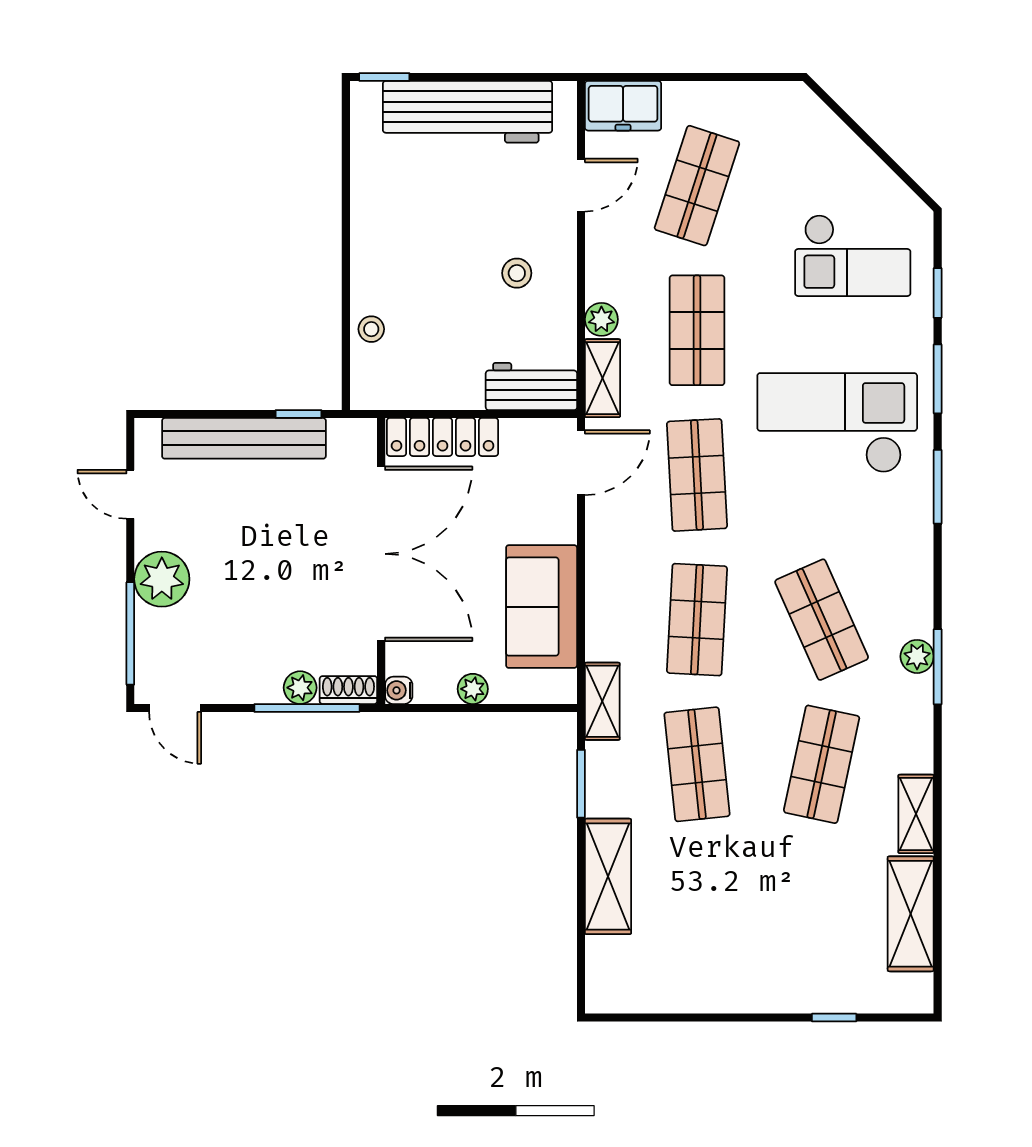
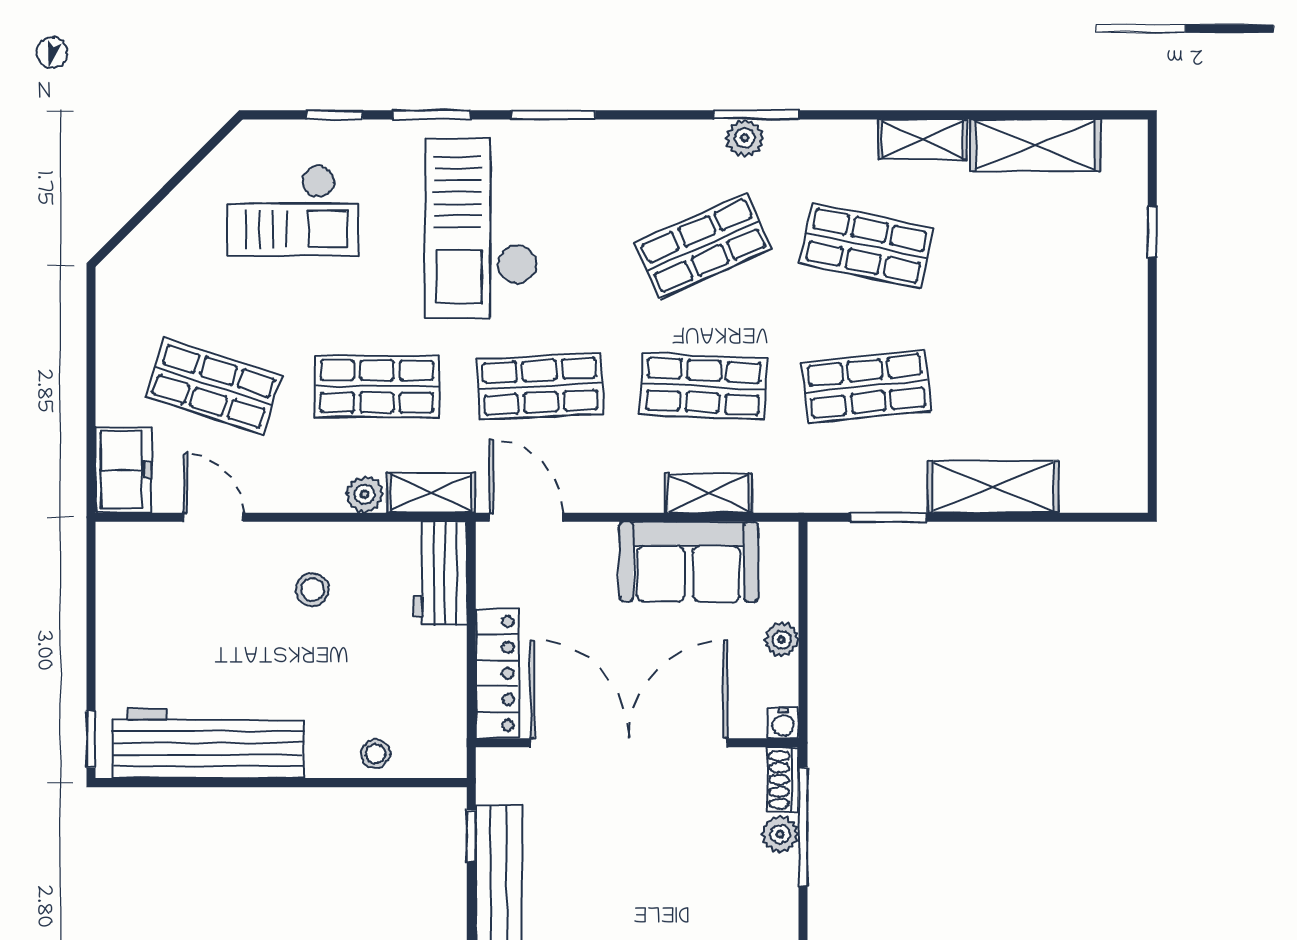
workbench: (468, 112) -> (208, 743), moved, turned -90
checkout: (853, 255) -> (292, 211), turned 90
shelving: (602, 701) -> (709, 493), moved

